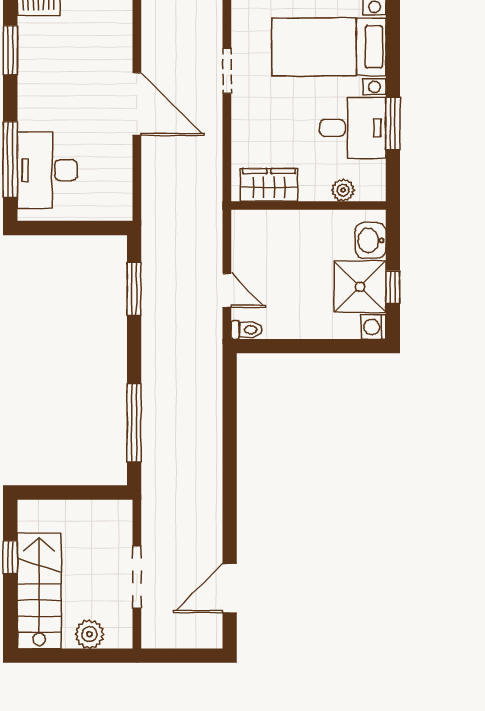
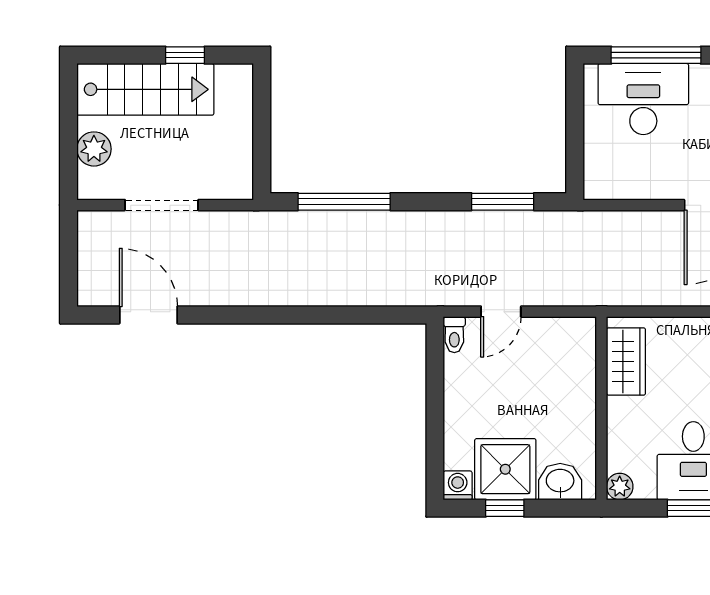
plant: (343, 190) -> (620, 487), moved

